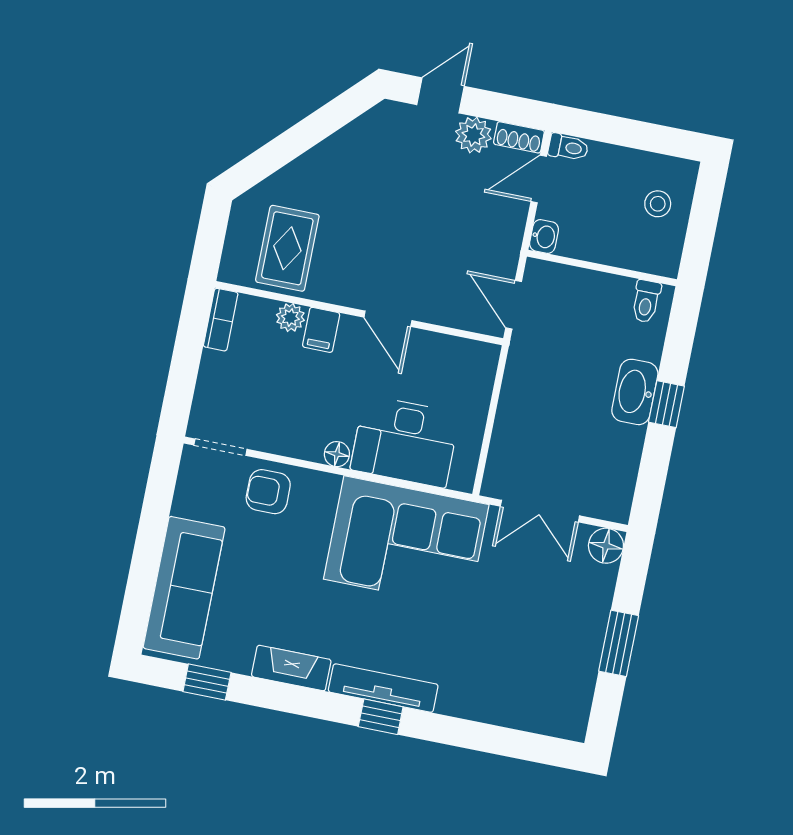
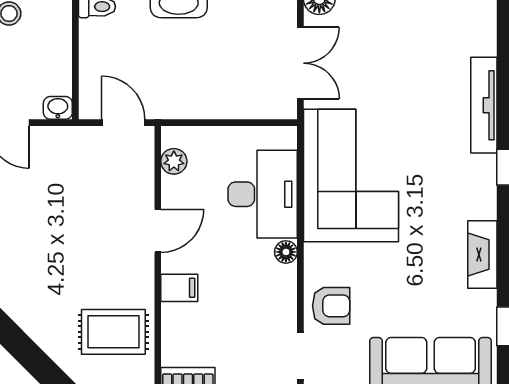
door: (514, 305) -> (123, 123), swing flipped
plant: (290, 318) -> (174, 161), moved
armchair: (268, 492) -> (331, 306), turned -90
tv unit: (383, 688) -> (484, 105), moved

